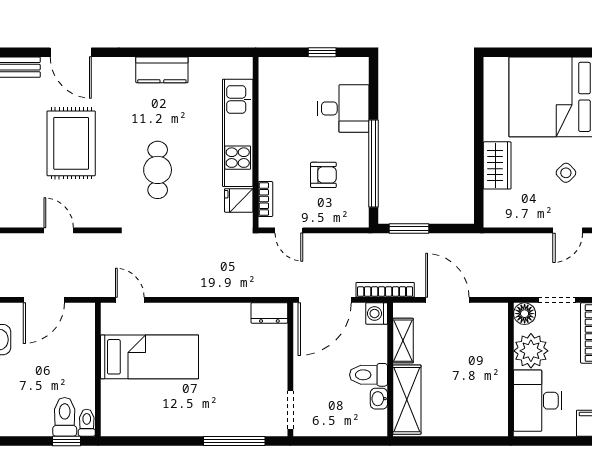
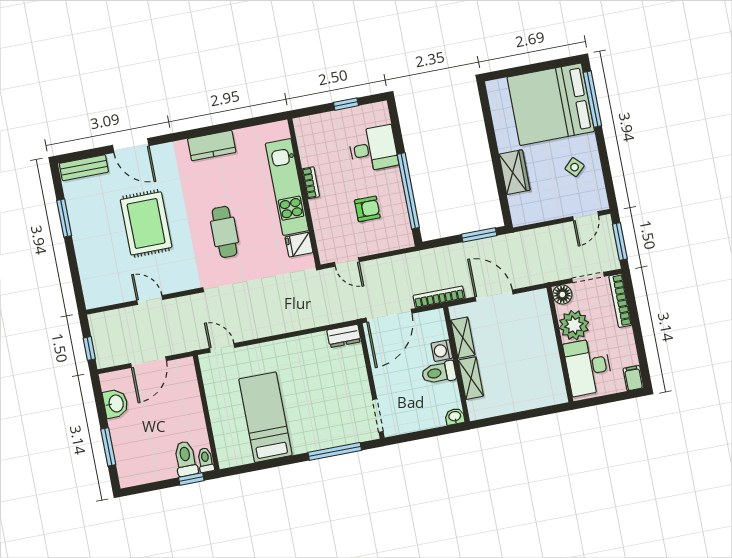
bookcase: (265, 199) -> (311, 183), moved
window: (409, 228) -> (479, 235), moved
washing machine: (377, 314) -> (442, 351), moved
bed: (150, 357) -> (265, 417), moved, turned -90
washbasin: (379, 399) -> (455, 417), moved, turned 90
shelving: (407, 400) -> (471, 378), width x0.67, depth x0.75

